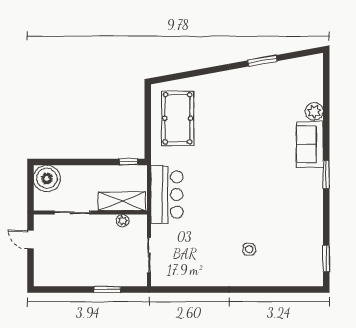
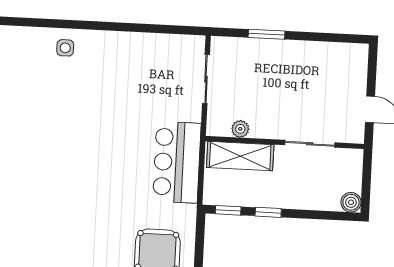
window: (100, 162) -> (268, 212), added
boiler: (47, 178) -> (351, 202), width x0.54, depth x0.54
side table: (249, 249) -> (65, 48), moved

